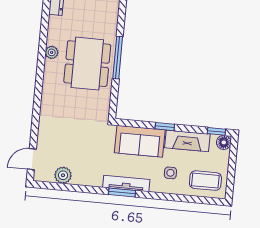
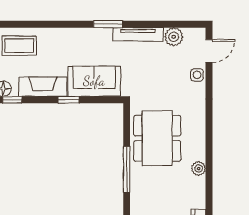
dining table: (87, 64) -> (157, 138), moved
side table: (170, 173) -> (197, 75), moved
tv unit: (126, 183) -> (138, 34), moved

